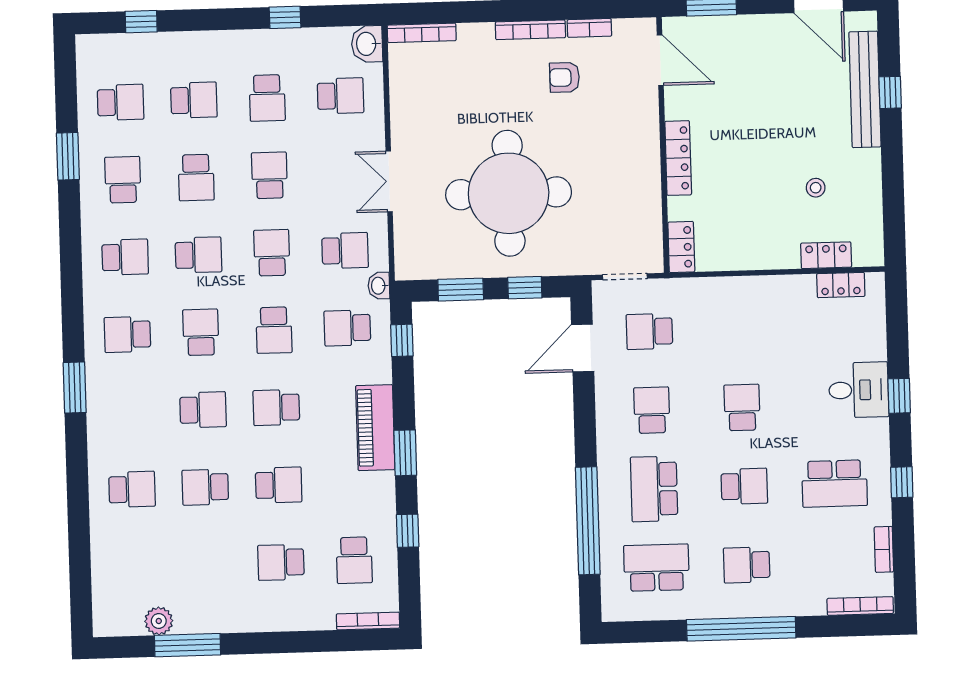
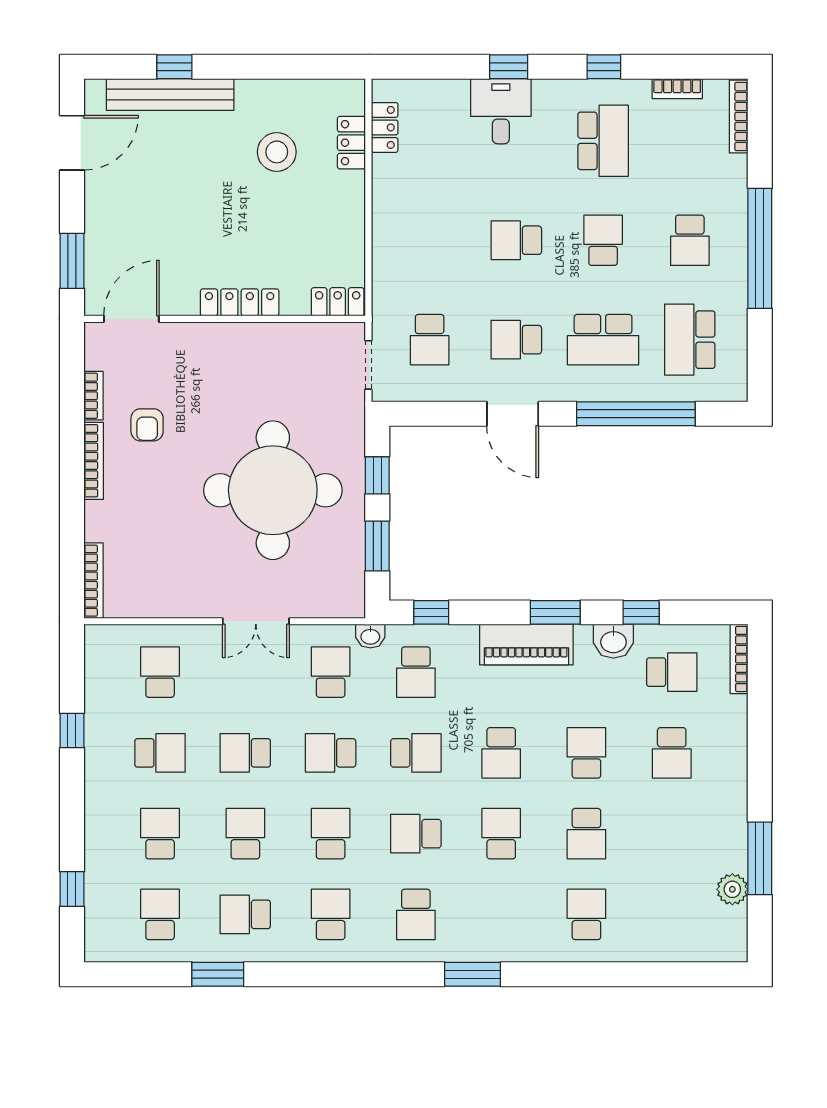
washbasin: (367, 44) -> (613, 641), moved
school desk: (196, 178) -> (245, 834), turned -90
stool: (816, 188) -> (277, 152), width x1.89, depth x1.89
door: (583, 348) -> (513, 414), moved

